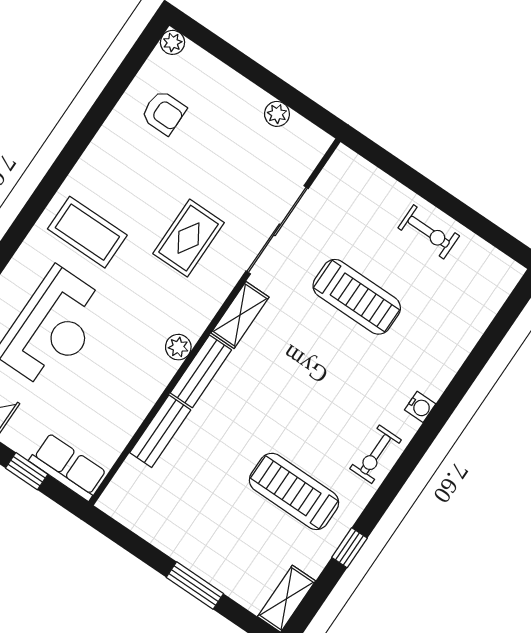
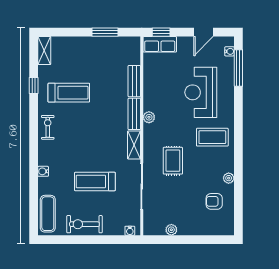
plant: (173, 42) -> (229, 178), moved
water cooler: (354, 164) -> (130, 231), added
exercise bike: (429, 232) -> (84, 224), width x1.38, depth x1.39
exercise mat: (483, 297) -> (48, 214), added
water cooler: (420, 407) -> (43, 171), moved
window: (27, 471) -> (161, 32), moved
window: (195, 586) -> (105, 32), moved

